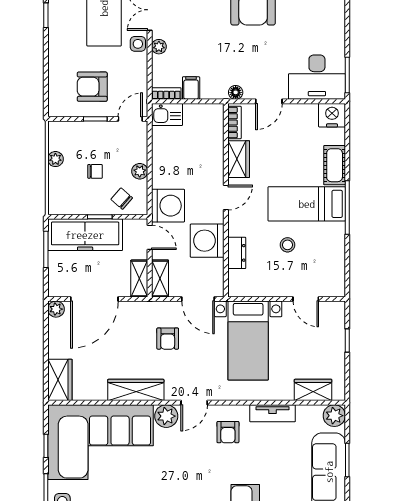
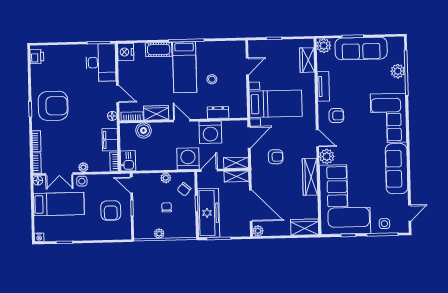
filing cabinet: (191, 88) -> (110, 140), width x2.00
boiler: (212, 139) -> (144, 130), added

